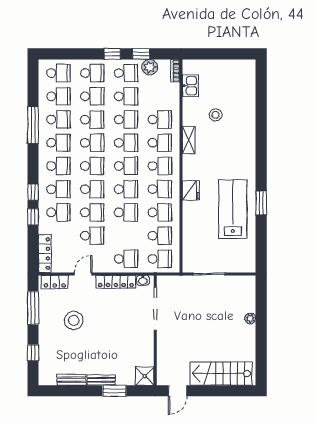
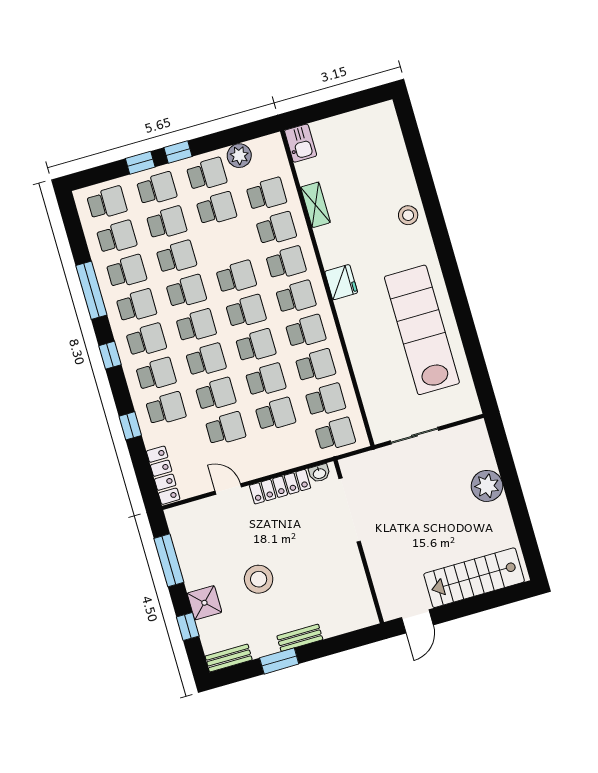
window: (141, 54) -> (140, 163), moved
bookcase: (175, 71) -> (278, 150), removed
kitchen sink: (190, 86) -> (301, 143), moved
stool: (216, 115) -> (408, 215), moved
school desk: (126, 120) -> (266, 194), moved
shelving: (189, 140) -> (315, 205), moved
fridge: (191, 190) -> (341, 282), moved
window: (33, 192) -> (110, 355), moved
window: (261, 203) -> (461, 309), removed
lab bench: (233, 209) -> (422, 330), width x1.36
school desk: (126, 259) -> (275, 414), moved
door: (83, 274) -> (228, 489), hinge flipped
locker: (55, 282) -> (190, 513), removed
plant: (250, 318) -> (487, 486), width x1.87, depth x1.87
stool: (74, 320) -> (259, 579), moved
shower: (145, 376) -> (204, 603), moved
bench: (71, 380) -> (229, 658), moved
window: (114, 391) -> (279, 661), moved

